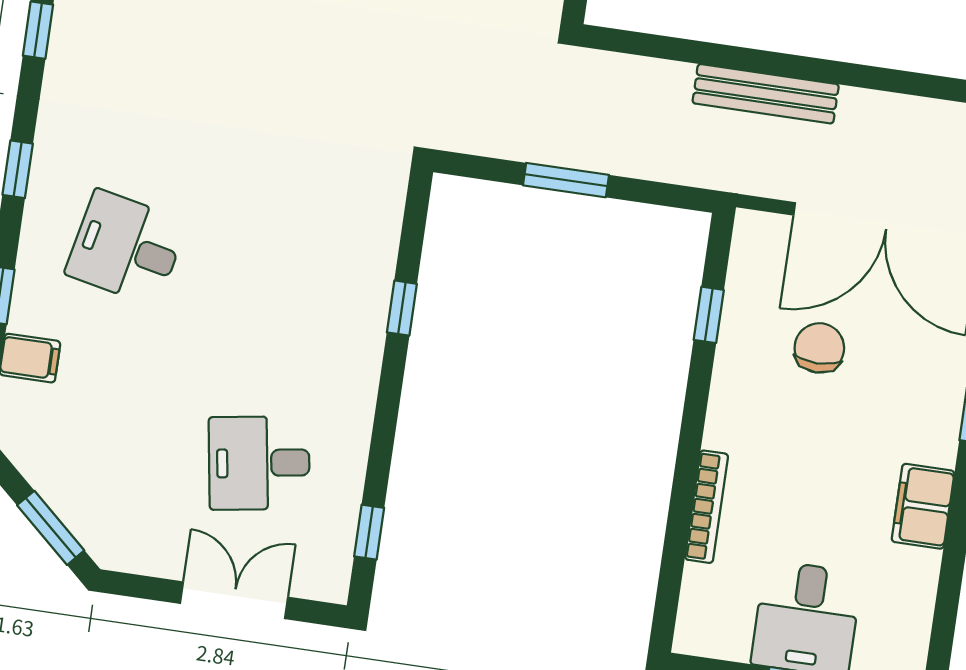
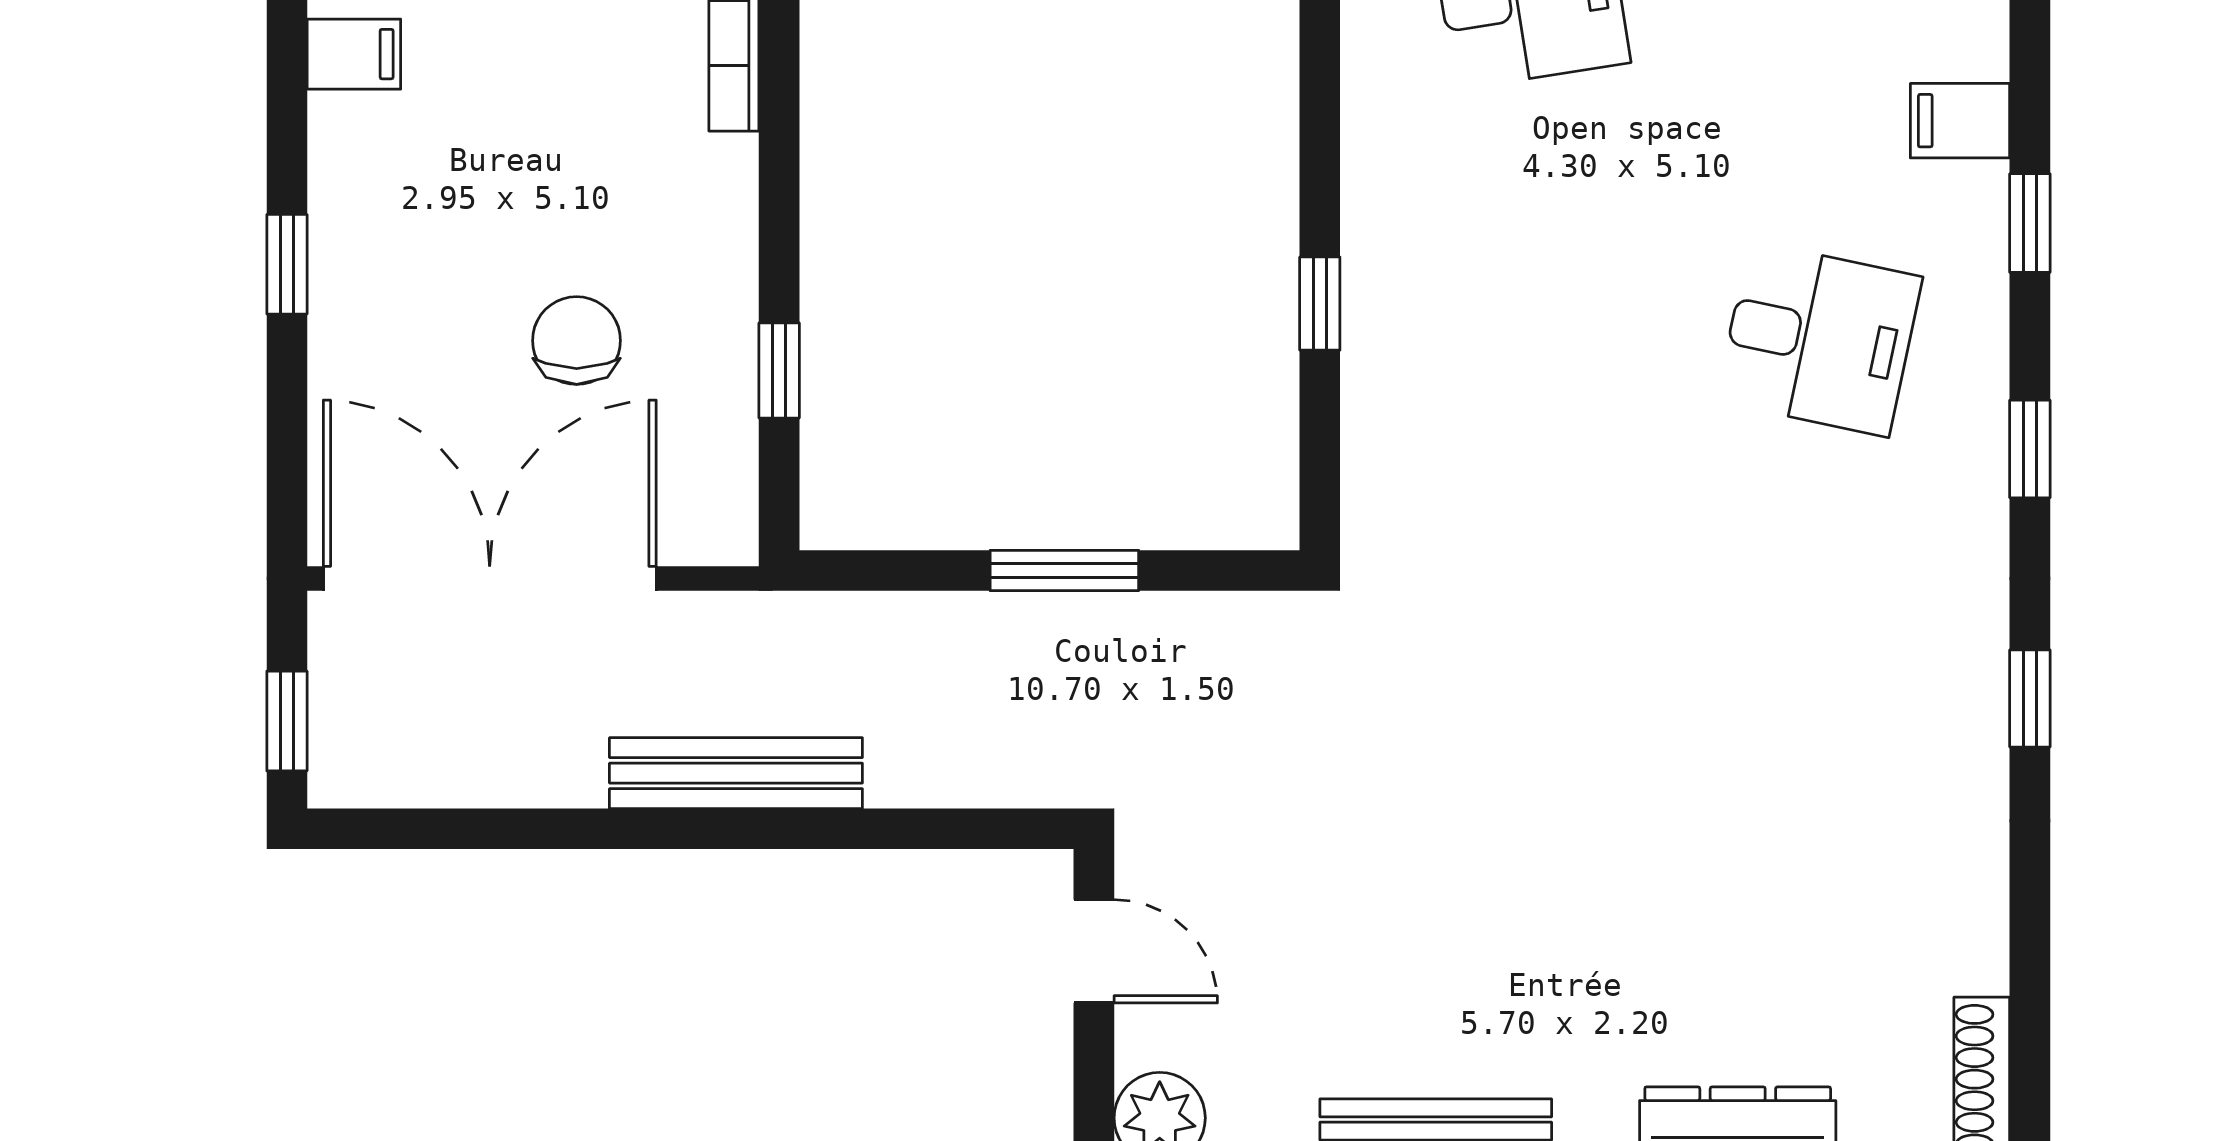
chair: (819, 348) -> (577, 341), turned 180
filing cabinet: (923, 506) -> (354, 54), width x0.50

